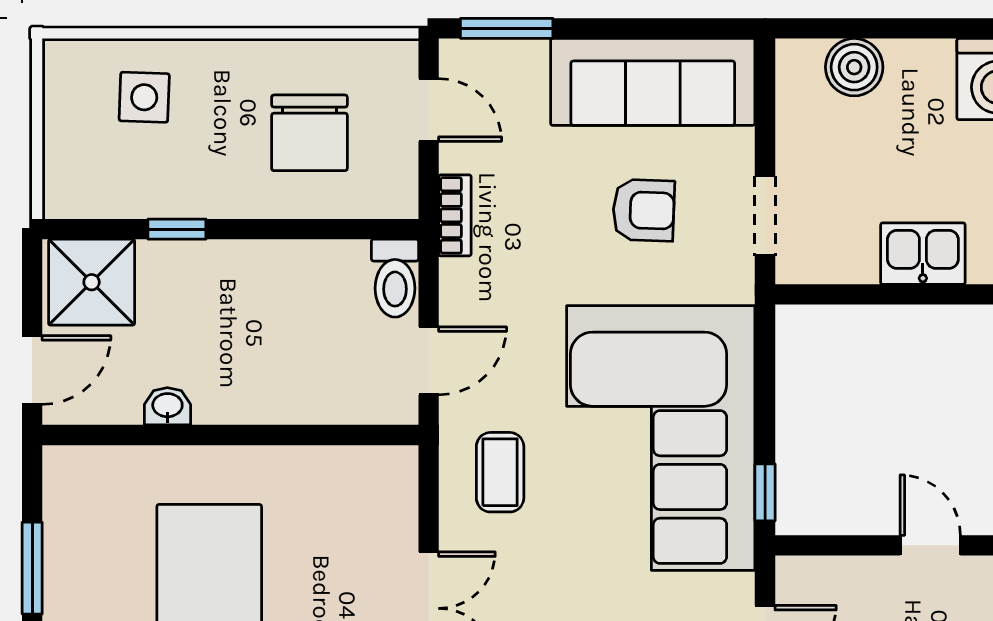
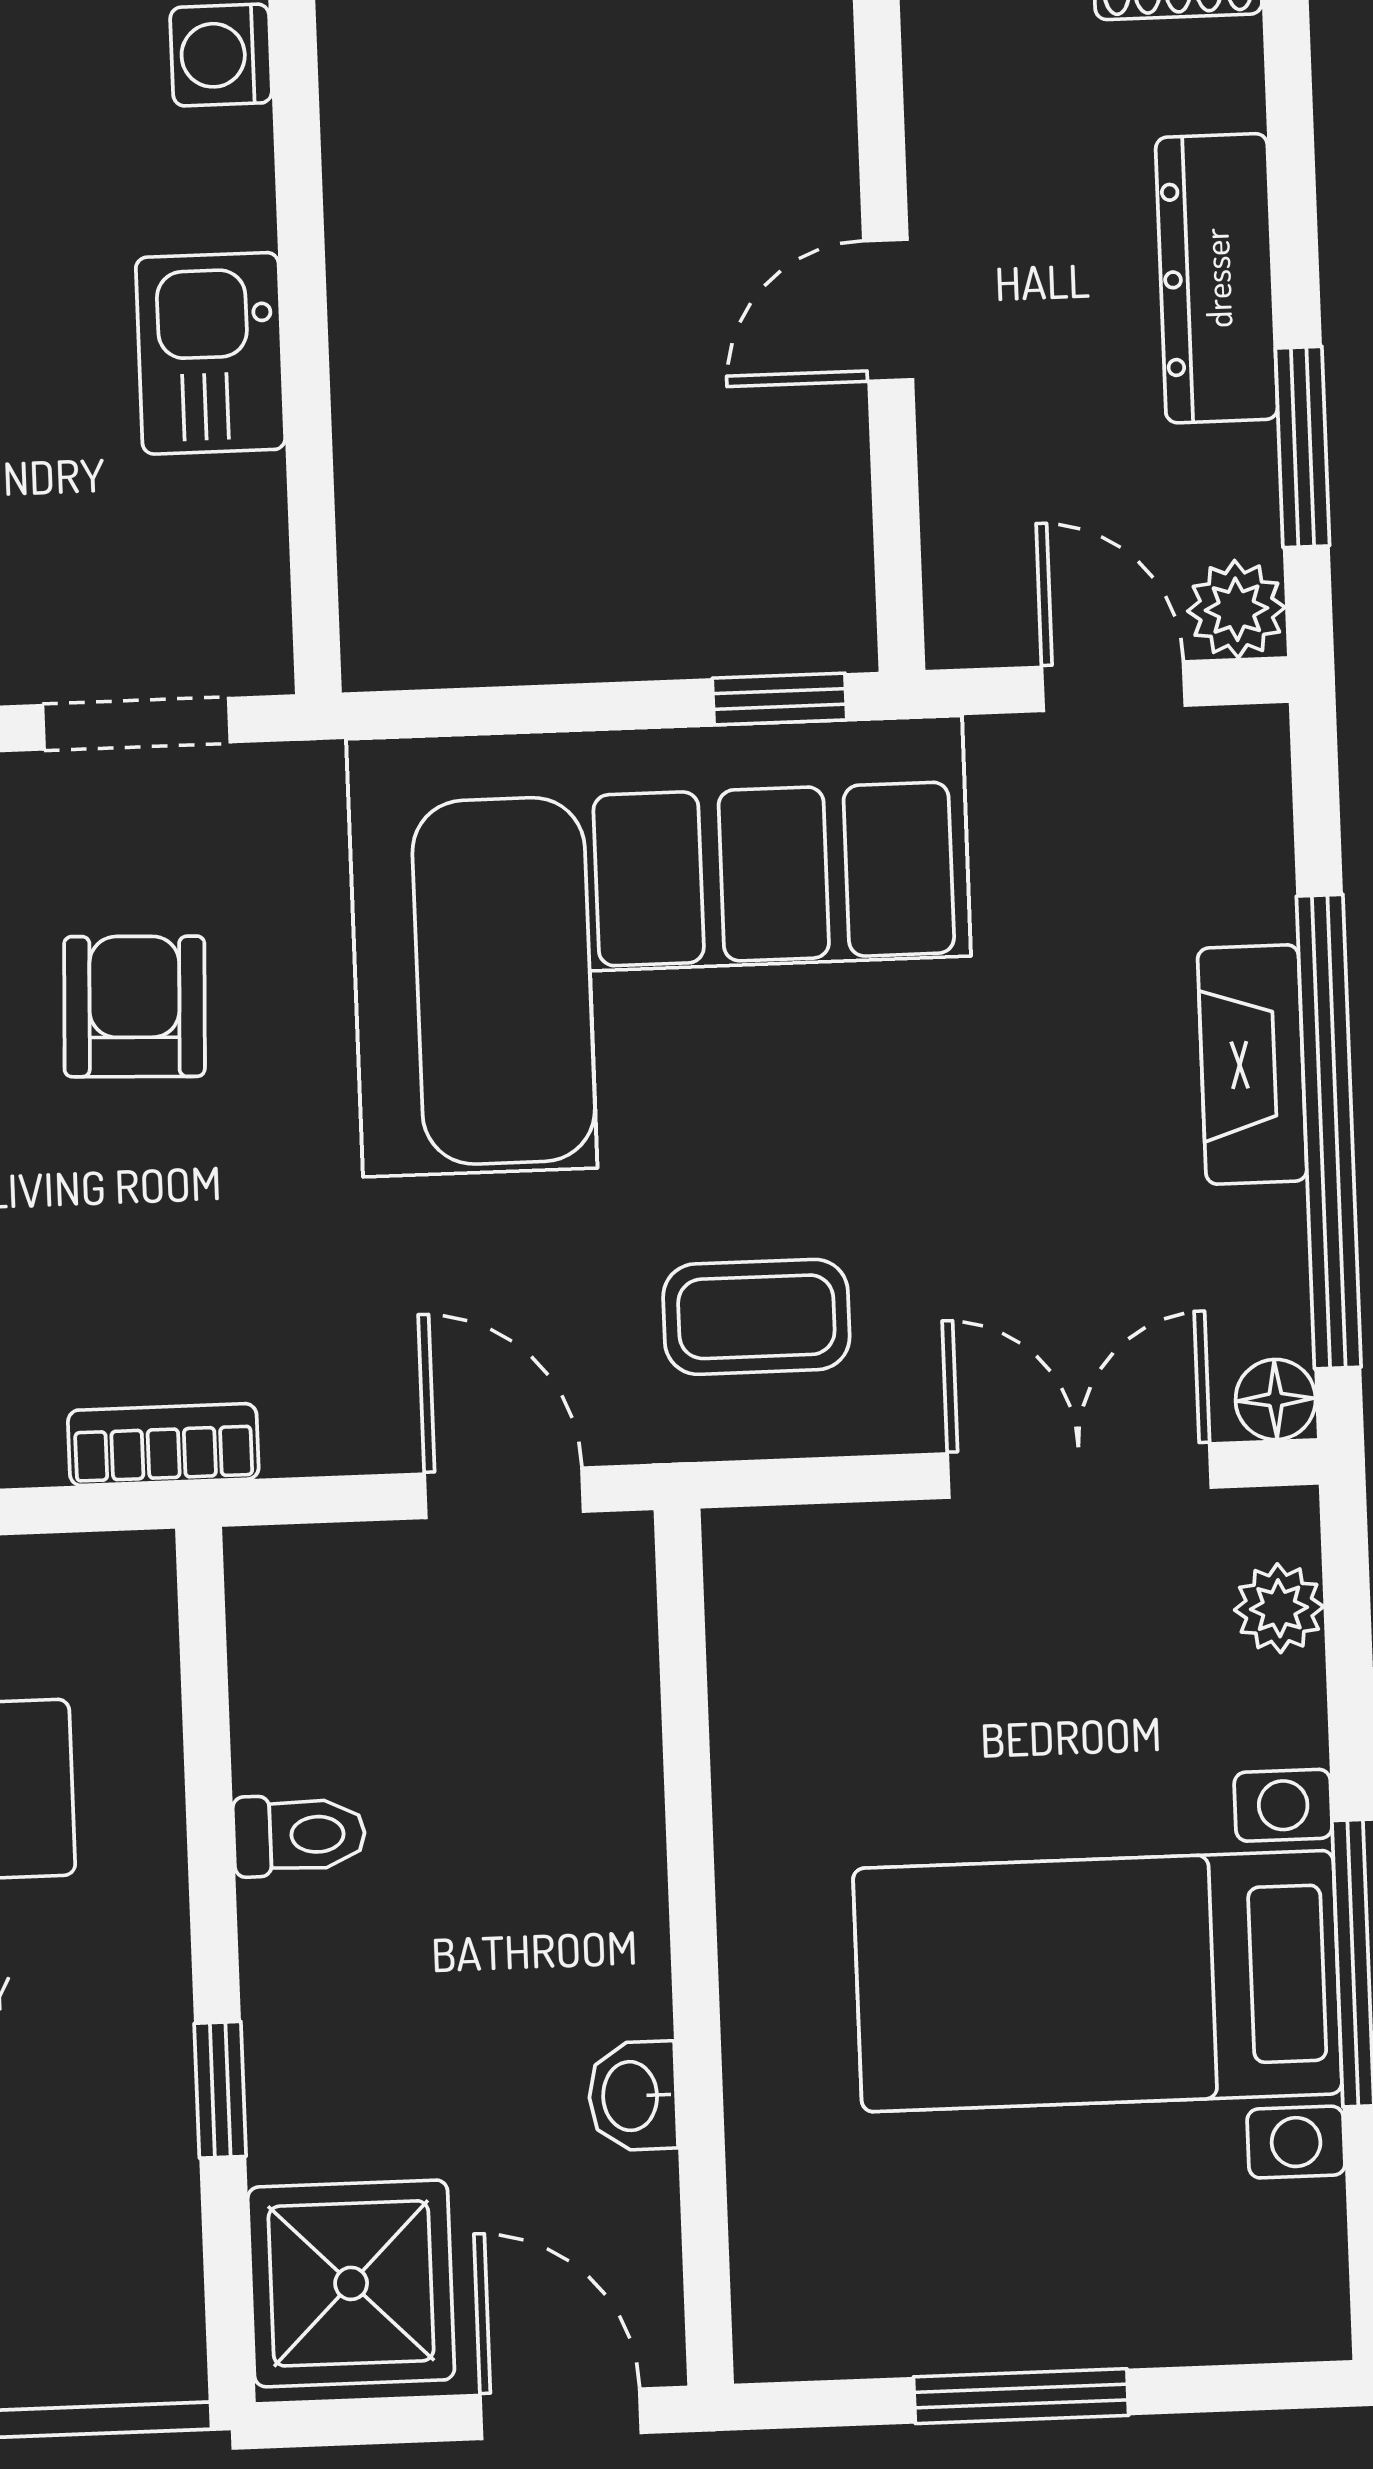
toilet: (395, 278) -> (299, 1835), moved, width x0.73, depth x0.72

